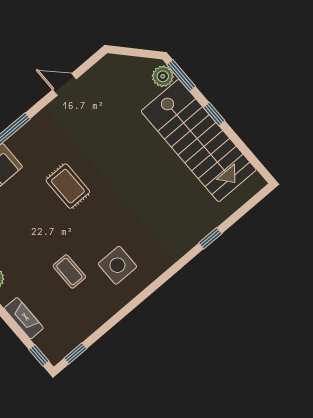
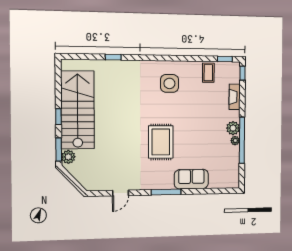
door: (65, 84) -> (121, 193), hinge flipped
rug: (68, 186) -> (161, 142), width x1.36, depth x1.43
coffee table: (69, 271) -> (208, 73), moved

